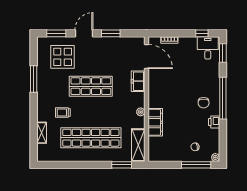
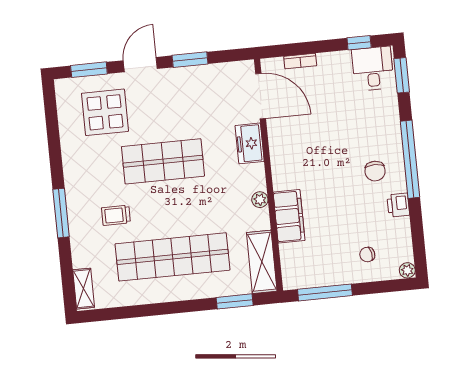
window: (34, 79) -> (61, 213), moved
shelving: (42, 133) -> (84, 289), moved
window: (196, 165) -> (325, 292), moved

